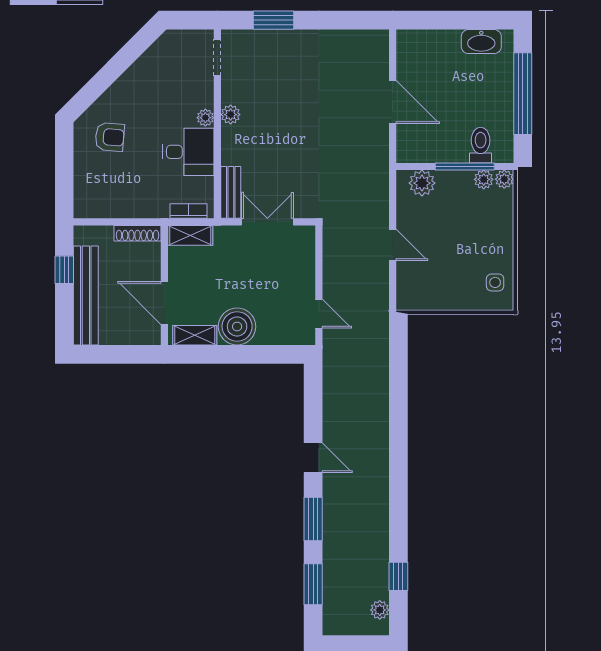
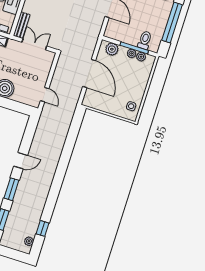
plant: (504, 179) -> (132, 53), moved
door: (393, 245) -> (89, 74), width x1.87
door: (313, 458) -> (21, 161), hinge flipped

